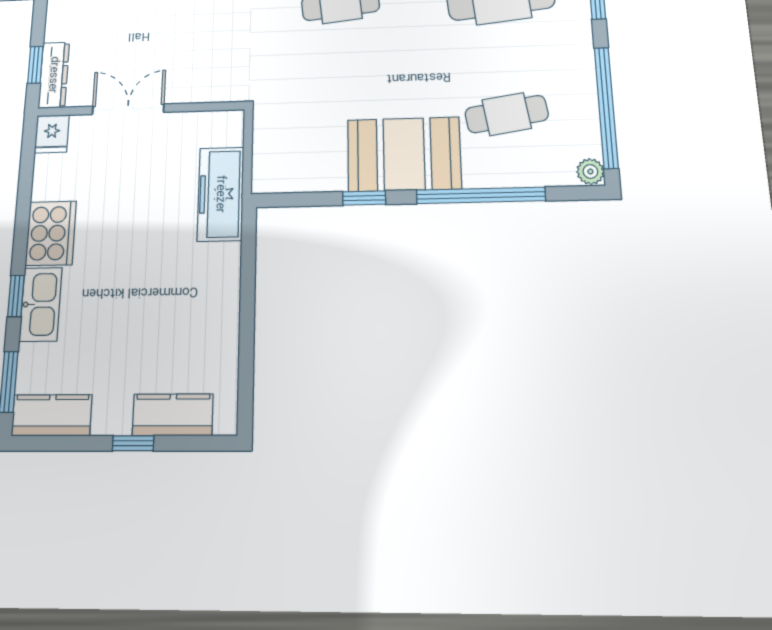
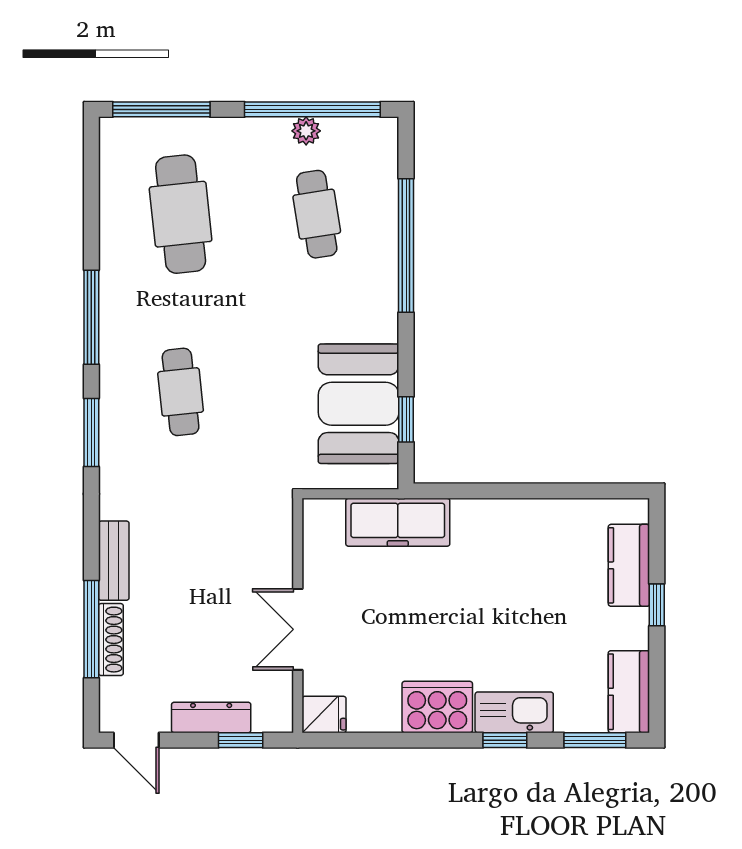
dresser: (54, 75) -> (211, 717), moved
booth: (404, 154) -> (359, 404), moved
plant: (590, 171) -> (306, 131), moved
window: (364, 198) -> (406, 419), moved

